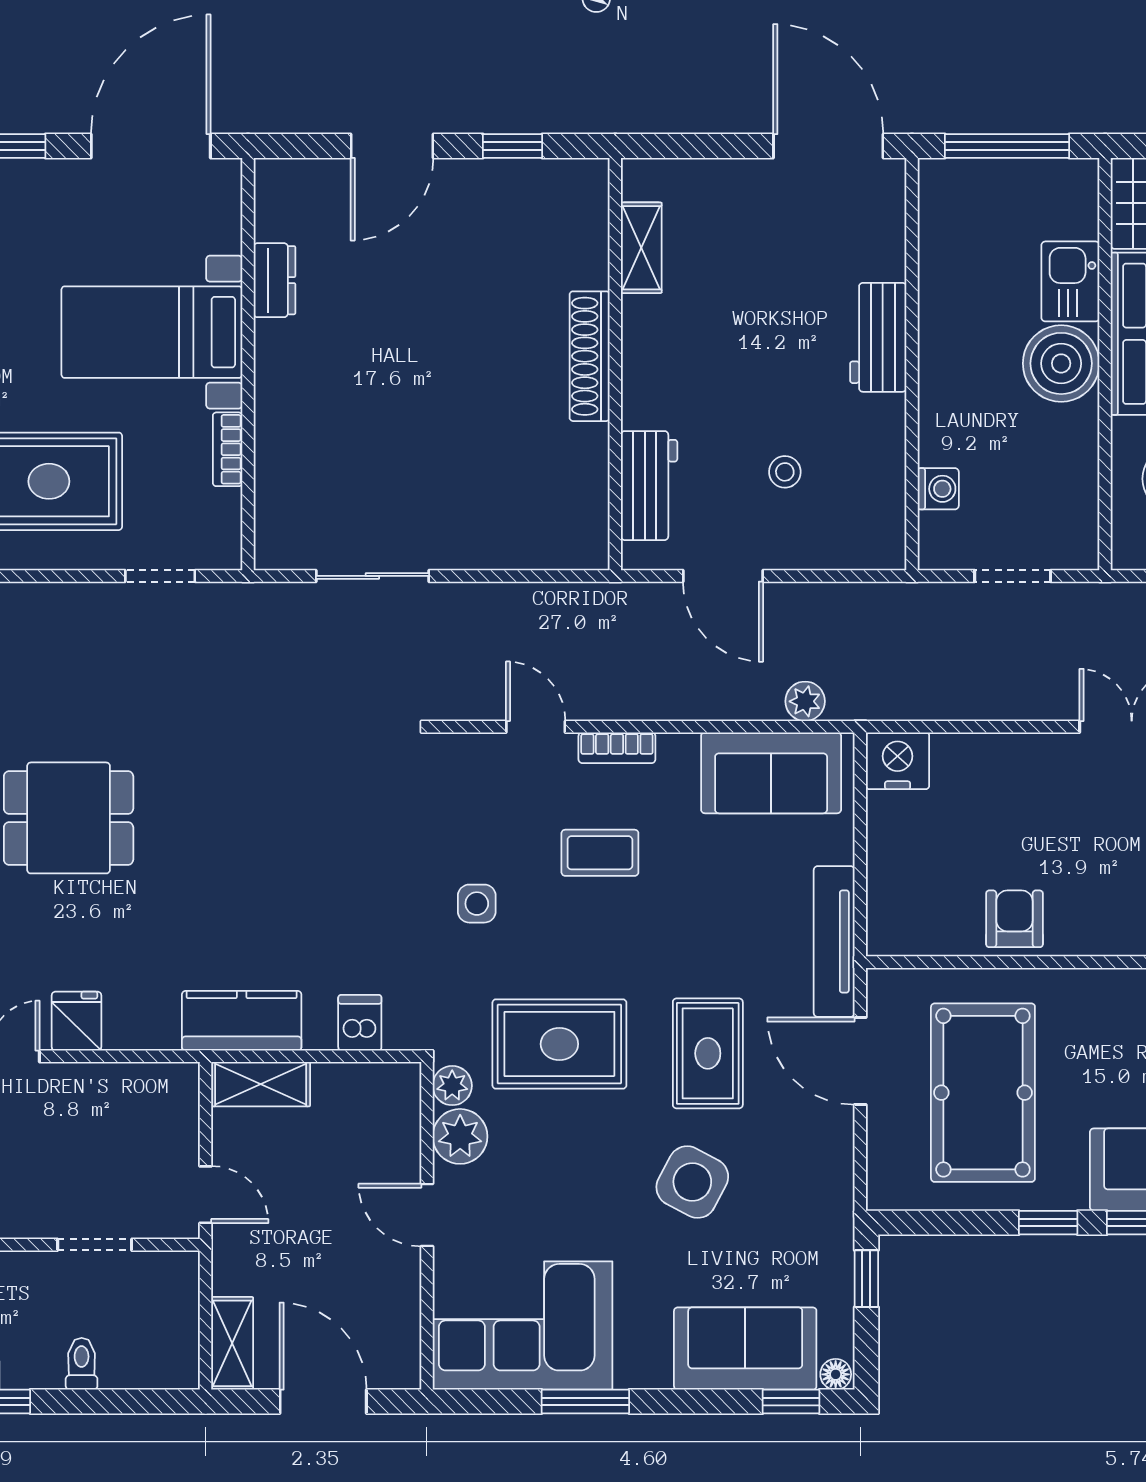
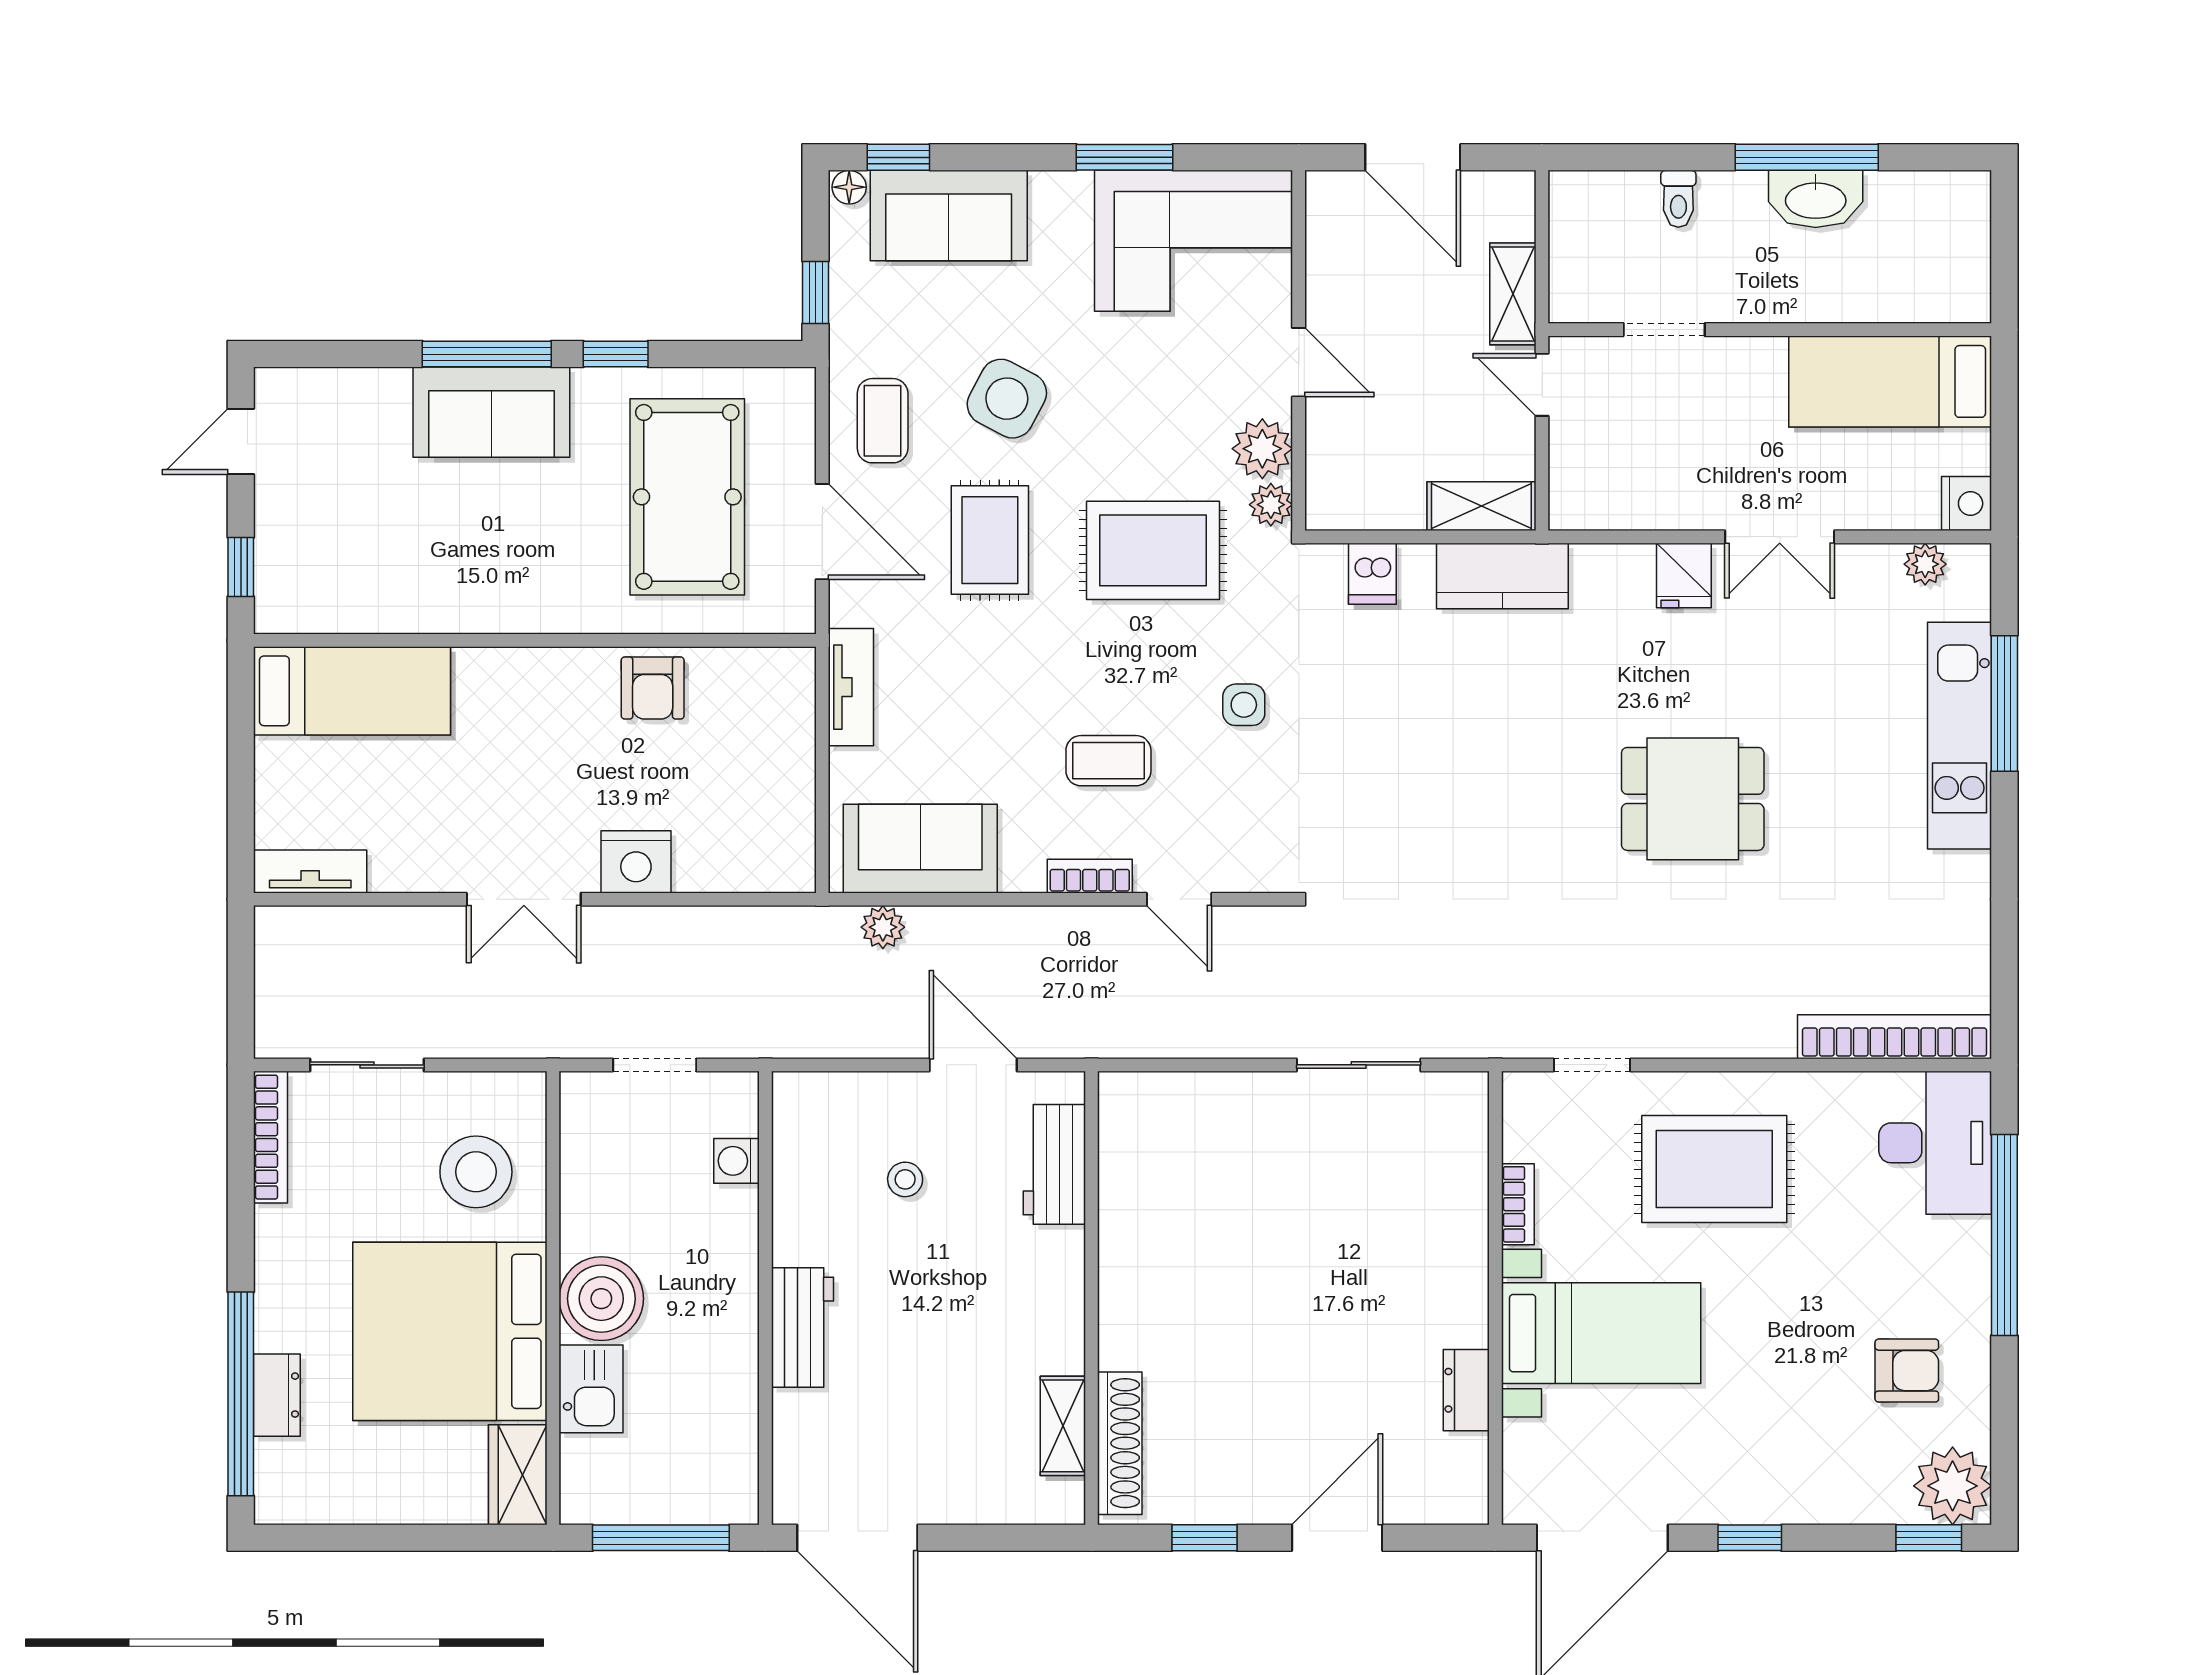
shoe rack: (590, 356) -> (1120, 1443), moved
nightstand: (898, 761) -> (636, 862), moved
tv unit: (834, 942) -> (851, 687), width x0.71
coffee table: (805, 1162) -> (883, 421), added
shelving: (232, 1343) -> (1513, 294), moved

